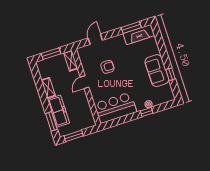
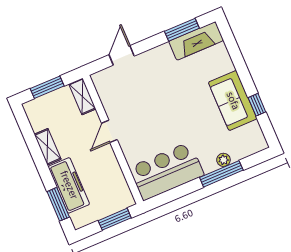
armchair: (107, 67) -> (147, 102), removed
window: (147, 112) -> (221, 174), width x2.17
window: (74, 136) -> (115, 219), moved

